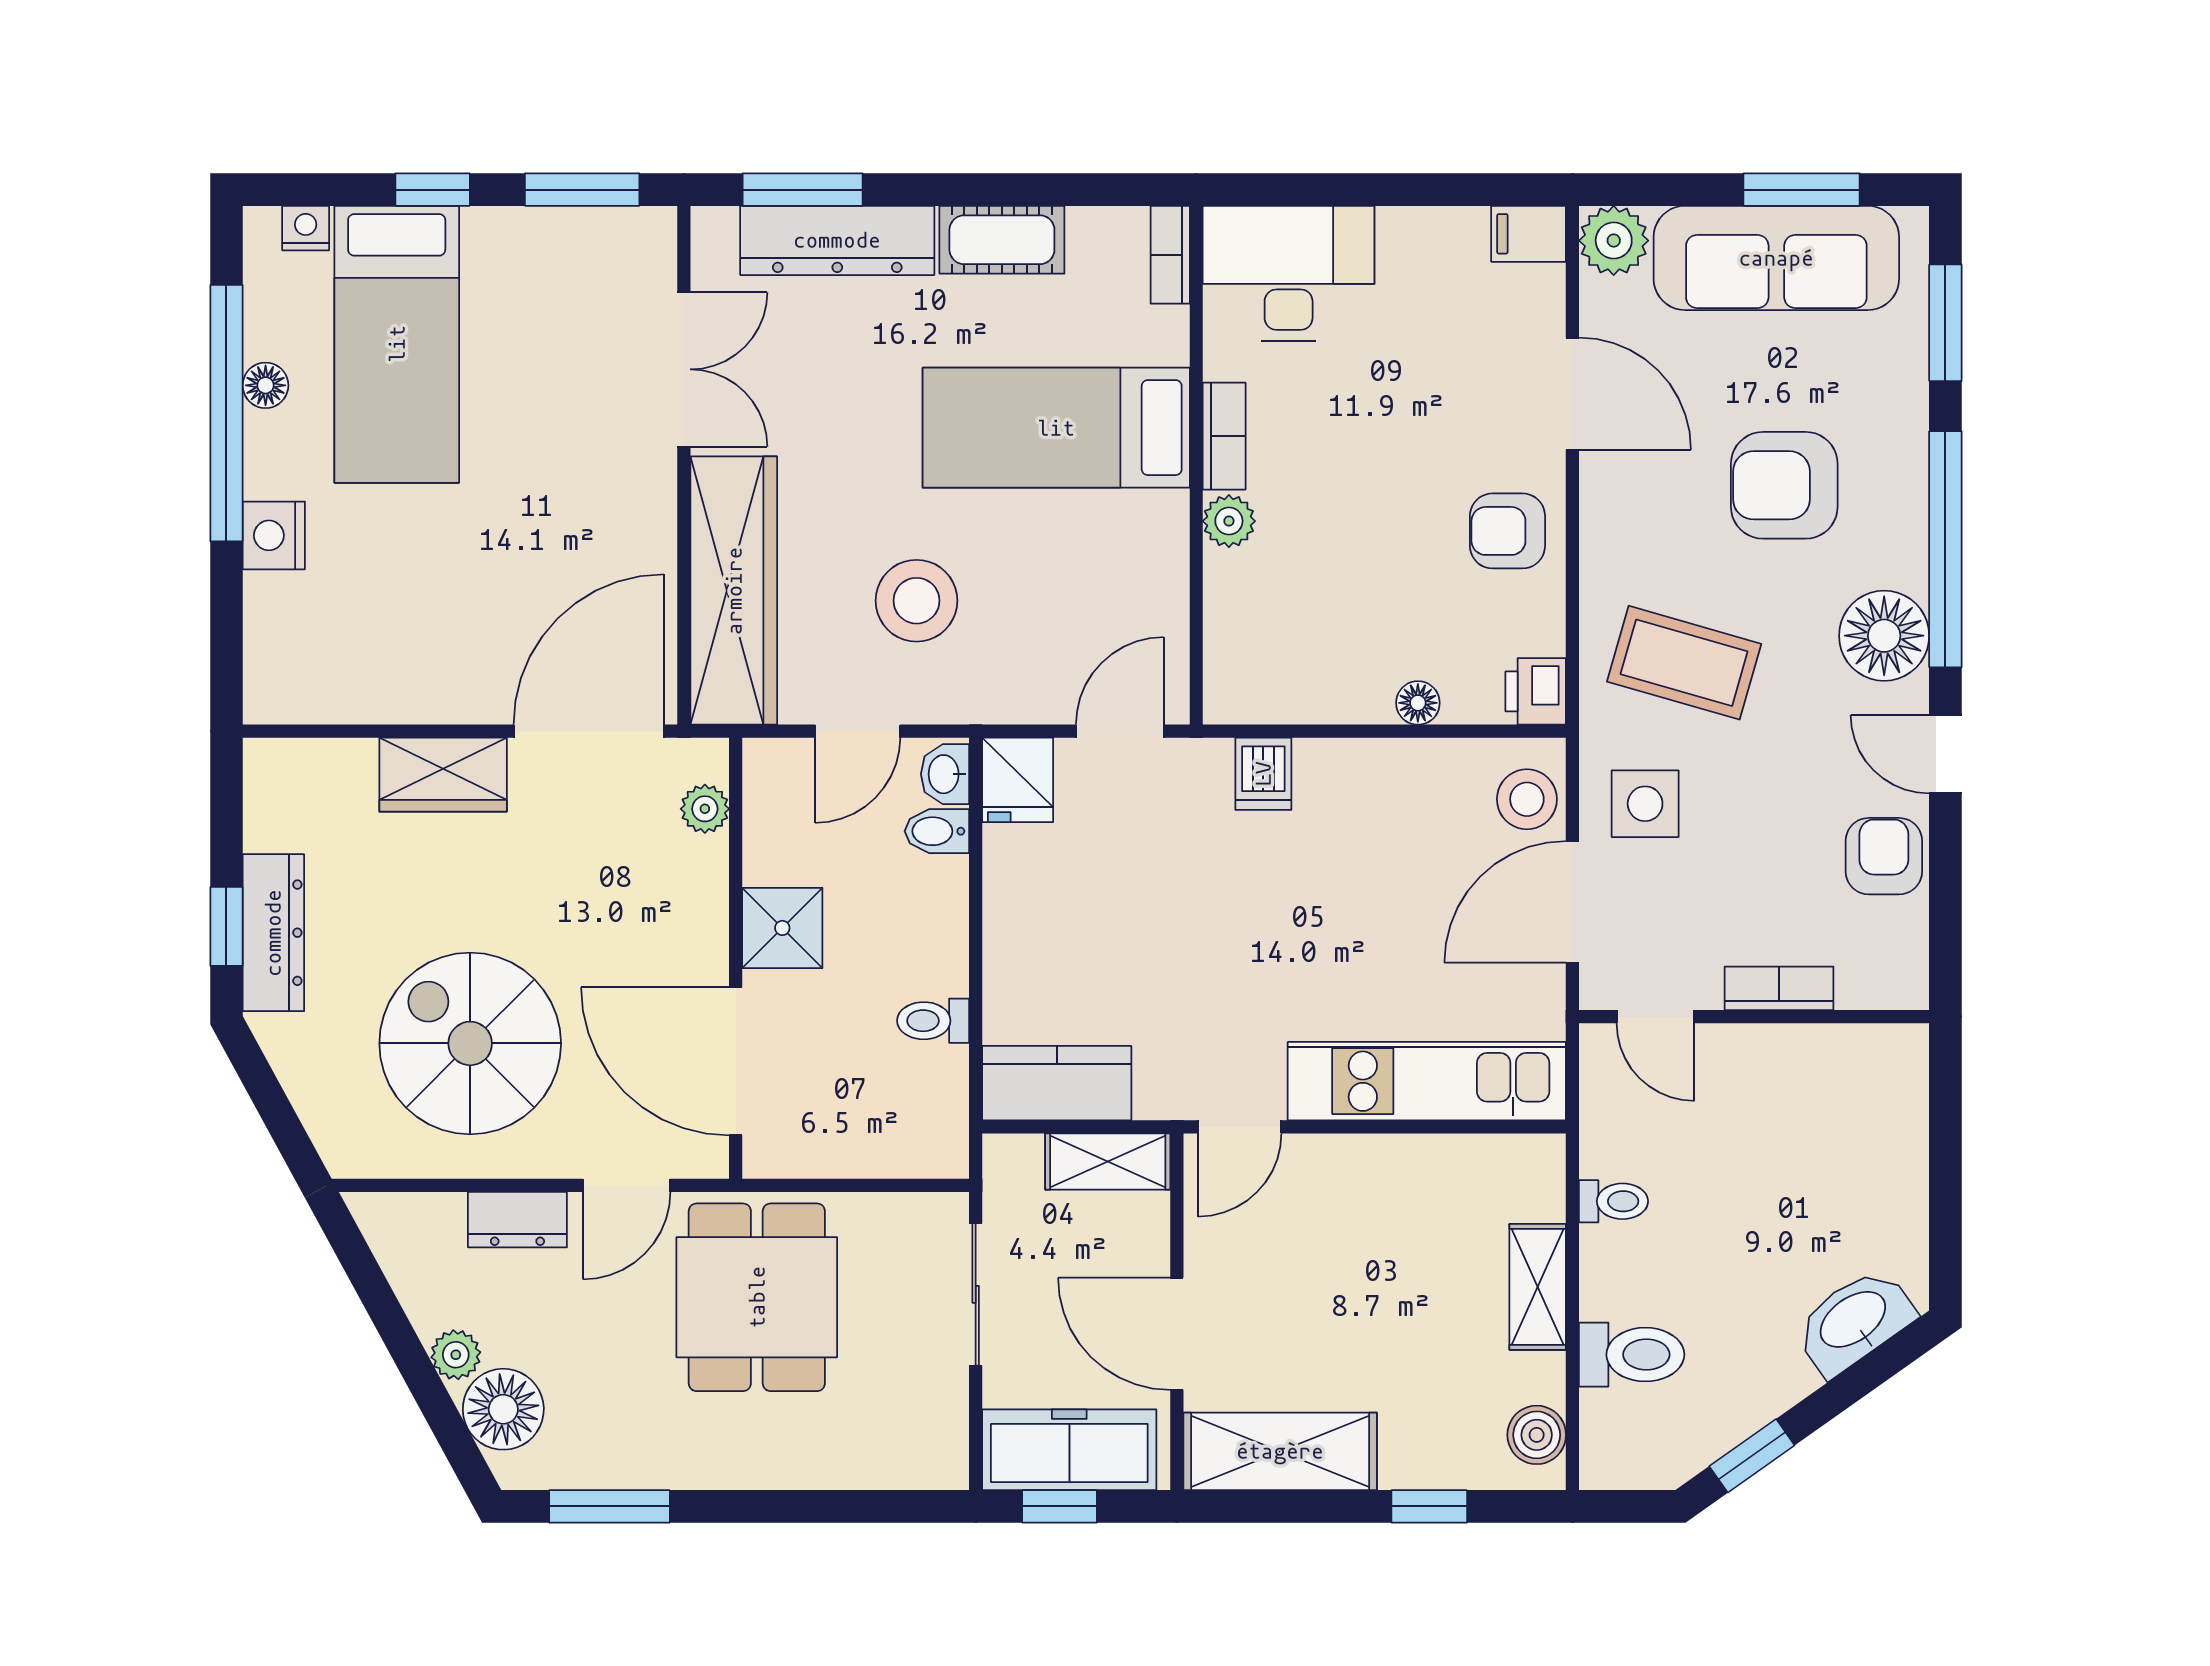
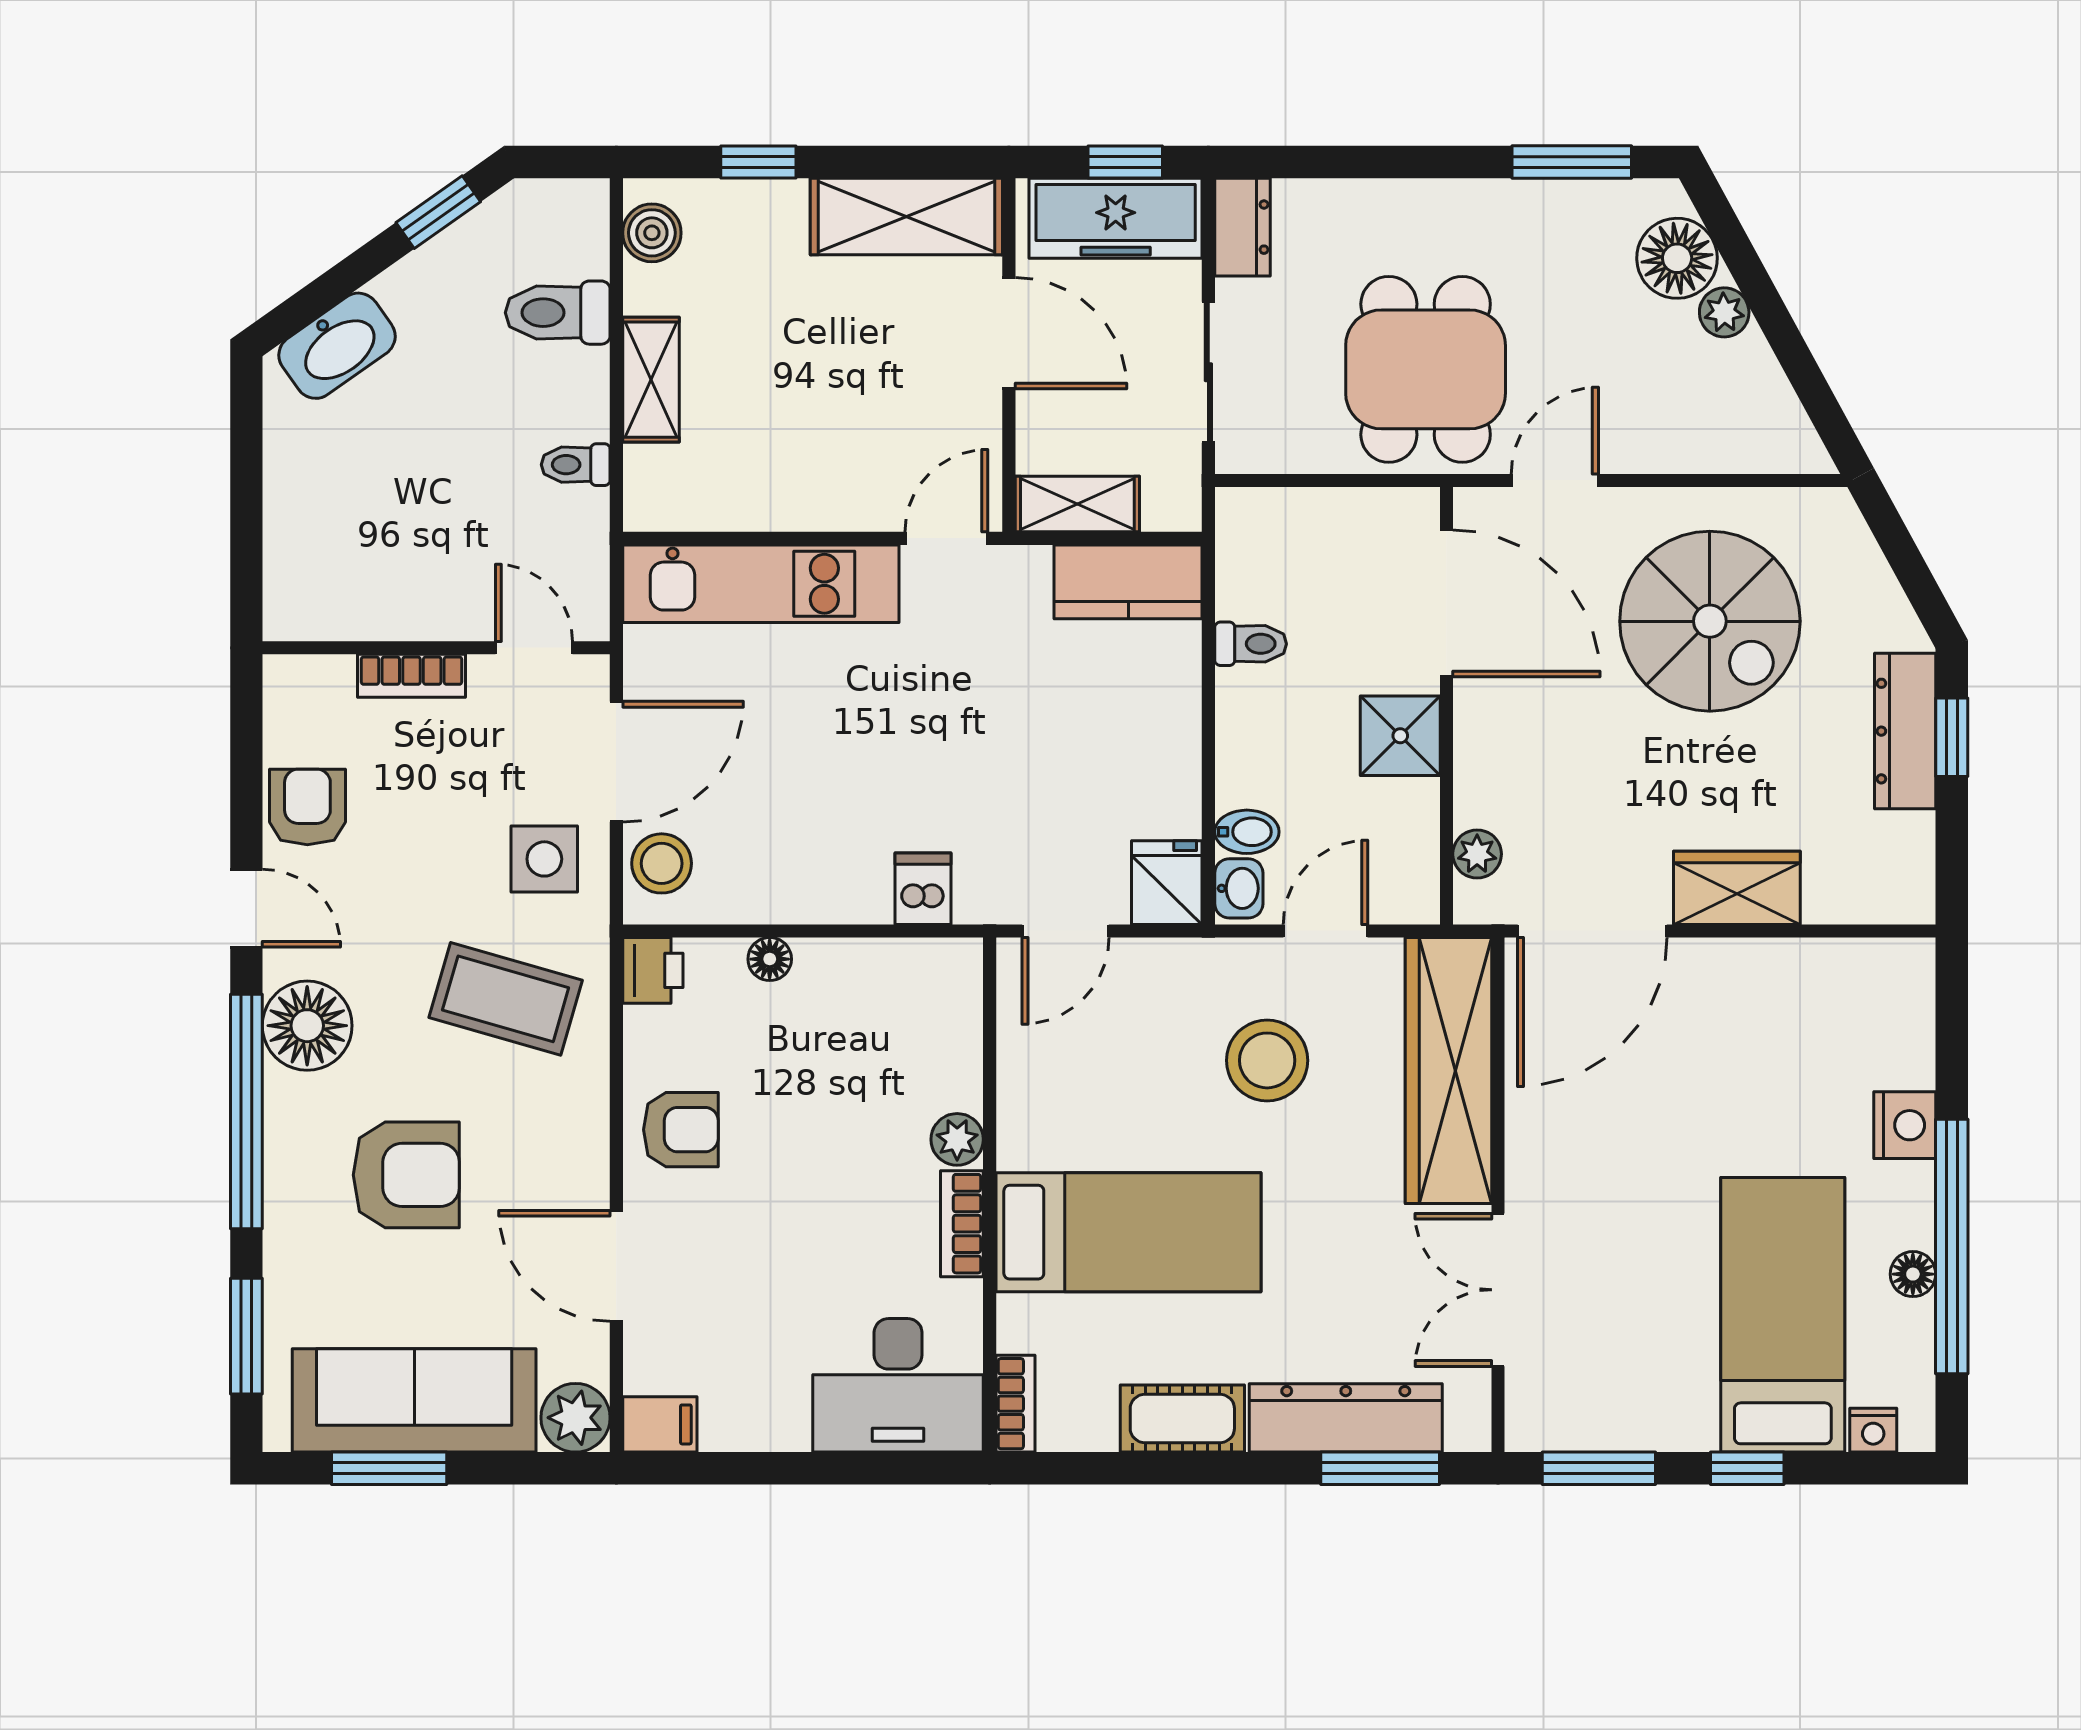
armchair: (1884, 856) -> (307, 807), turned 180
dresser: (517, 1220) -> (1242, 227), moved, turned 90

